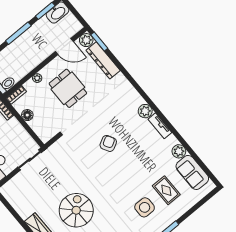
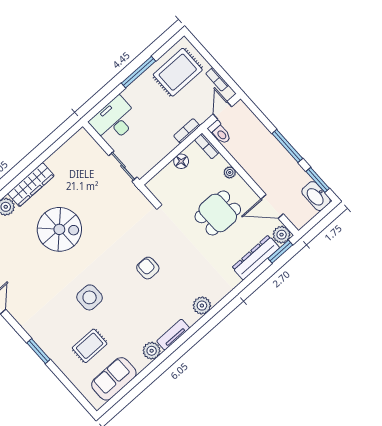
door: (64, 46) -> (272, 206), hinge flipped
plant: (145, 111) -> (202, 306), moved
armchair: (108, 143) -> (148, 268), turned -151
plant: (179, 151) -> (152, 351), moved
side table: (145, 207) -> (90, 297), moved

